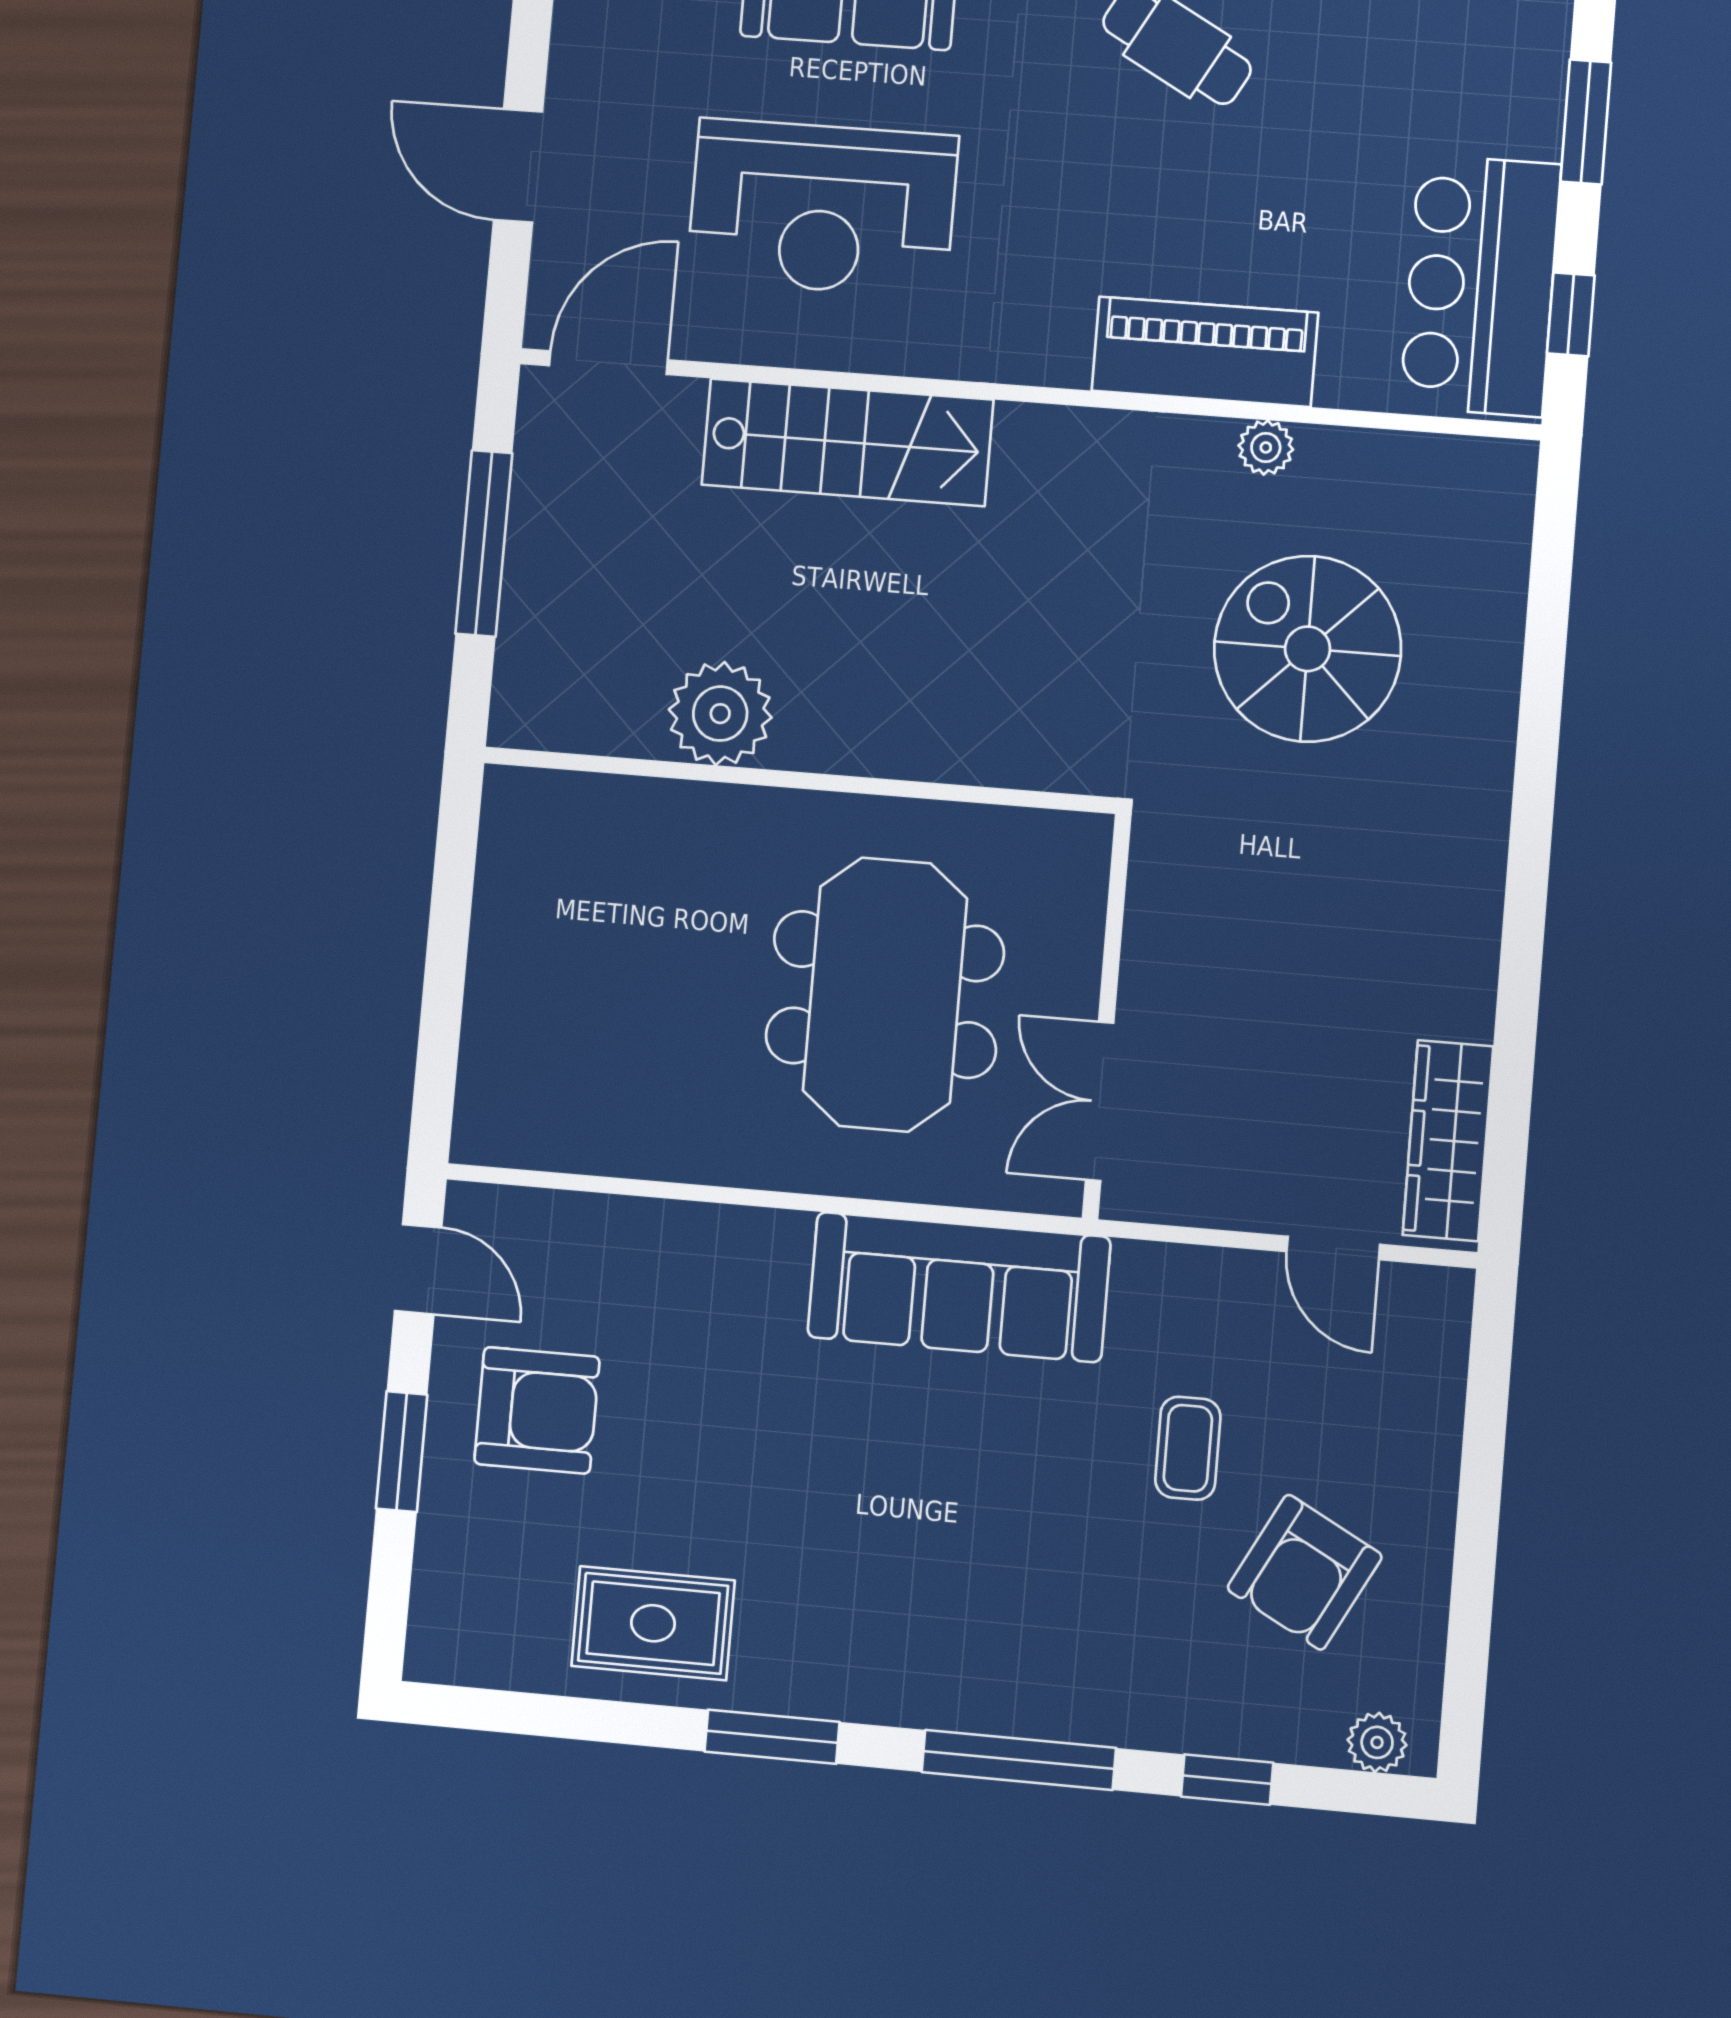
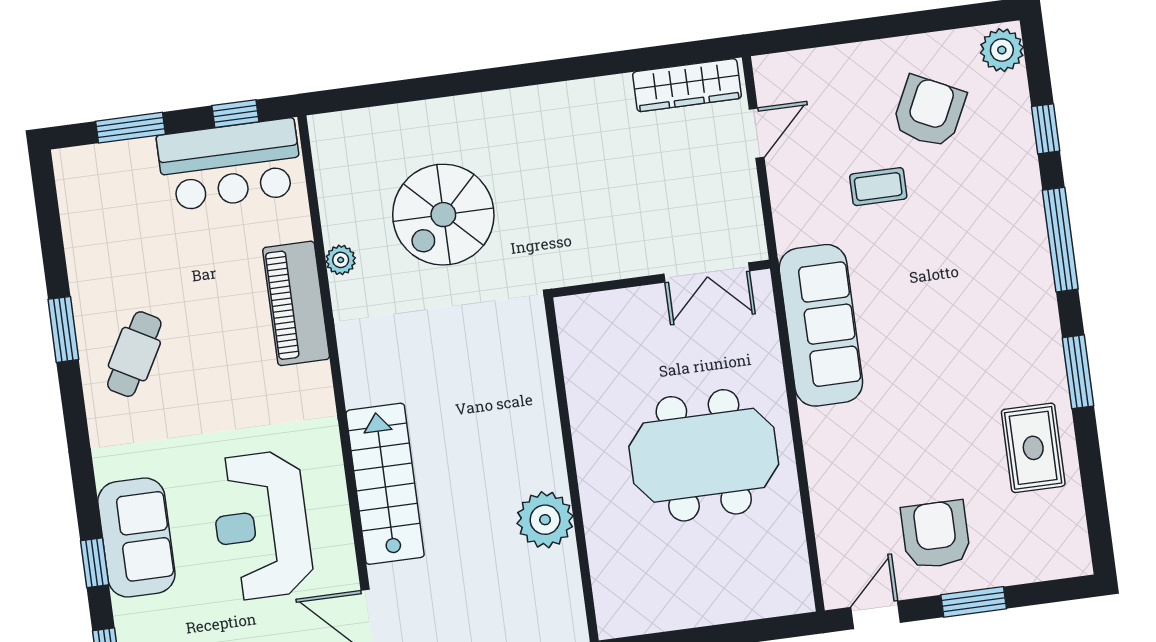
reception desk: (822, 208) -> (262, 525), turned 180
meeting table: (885, 994) -> (704, 455), moved
armchair: (1305, 1572) -> (929, 112), turned -92
plant: (1377, 1742) -> (1002, 50), width x1.38, depth x1.38

